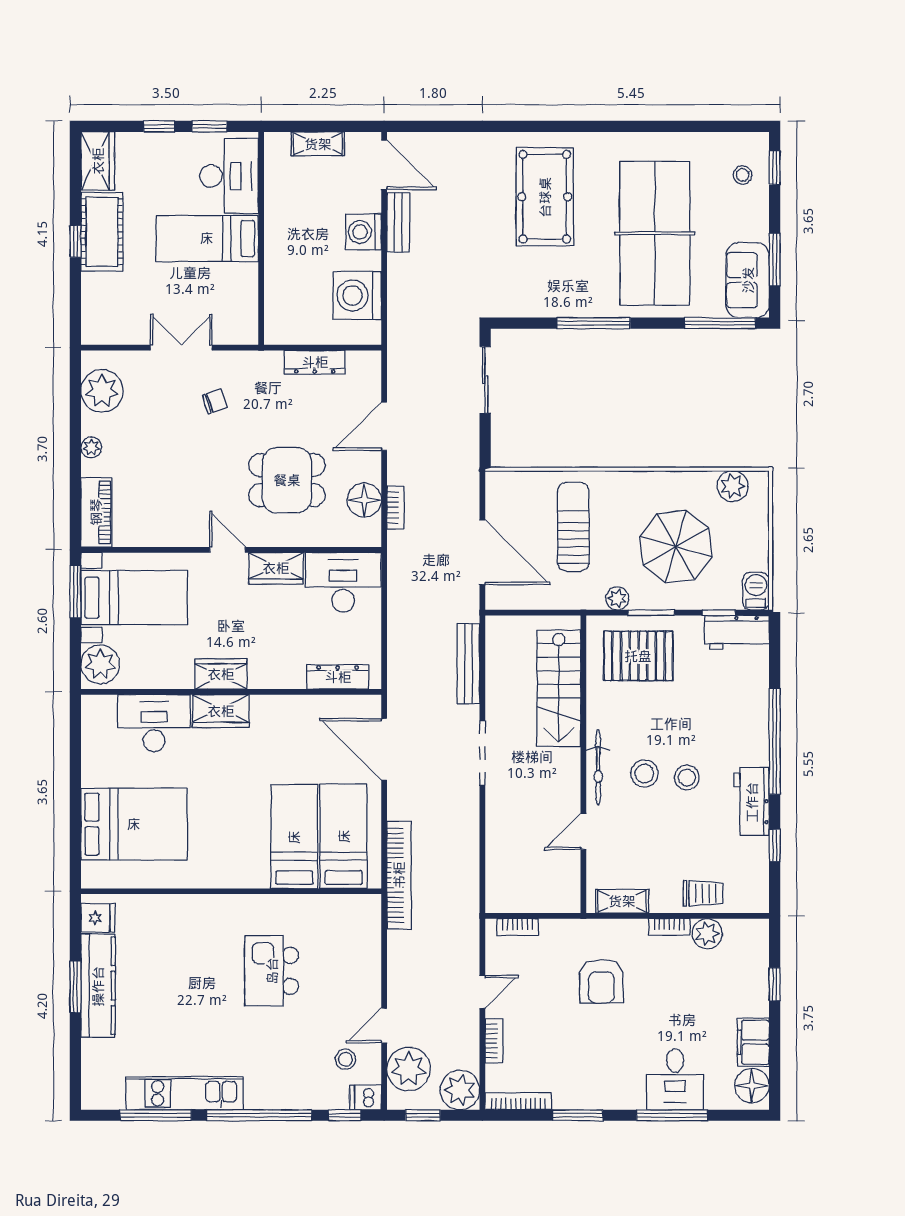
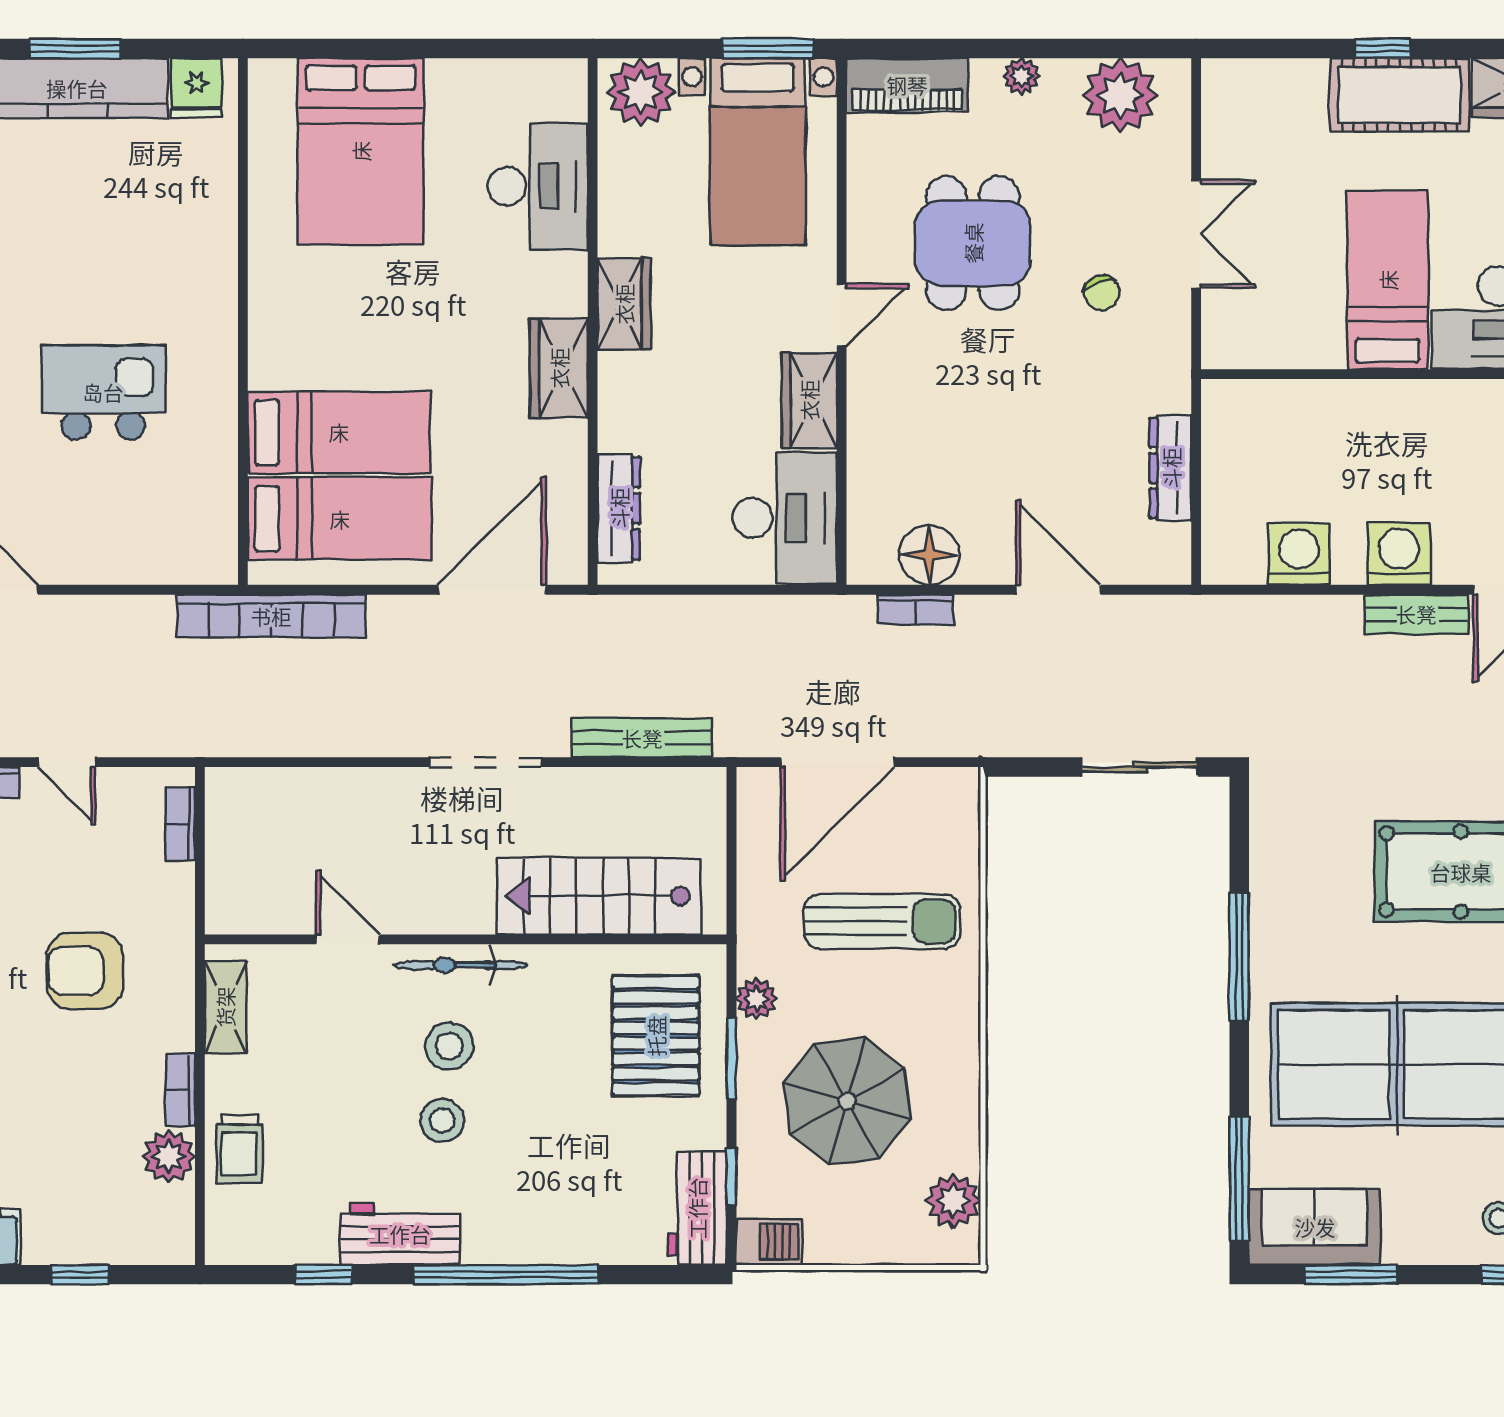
washing machine: (357, 295) -> (1299, 554), width x0.73, depth x0.73
dining table: (287, 480) -> (973, 243), moved
wardrobe: (221, 711) -> (559, 368), moved

